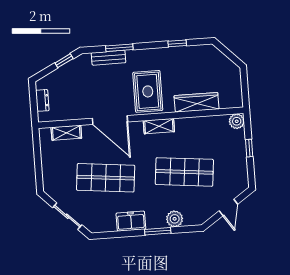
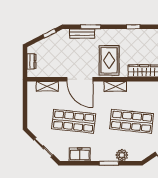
freezer: (131, 221) -> (80, 154), moved

